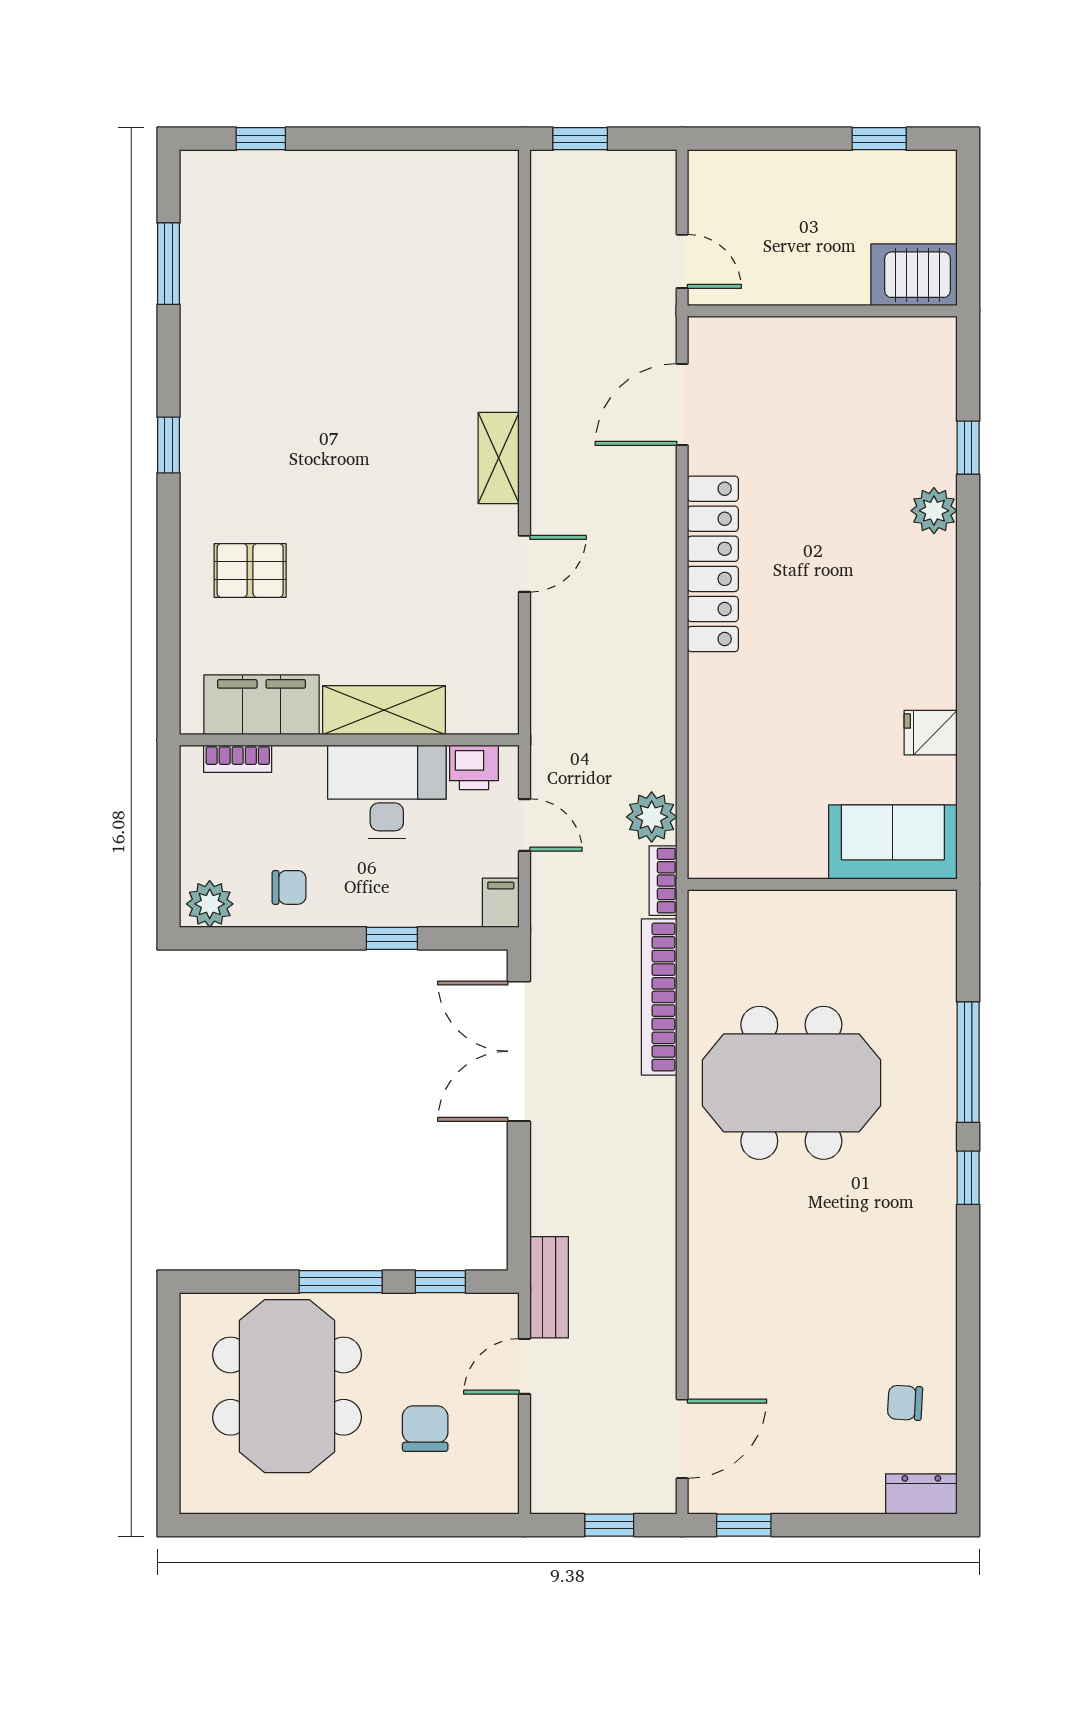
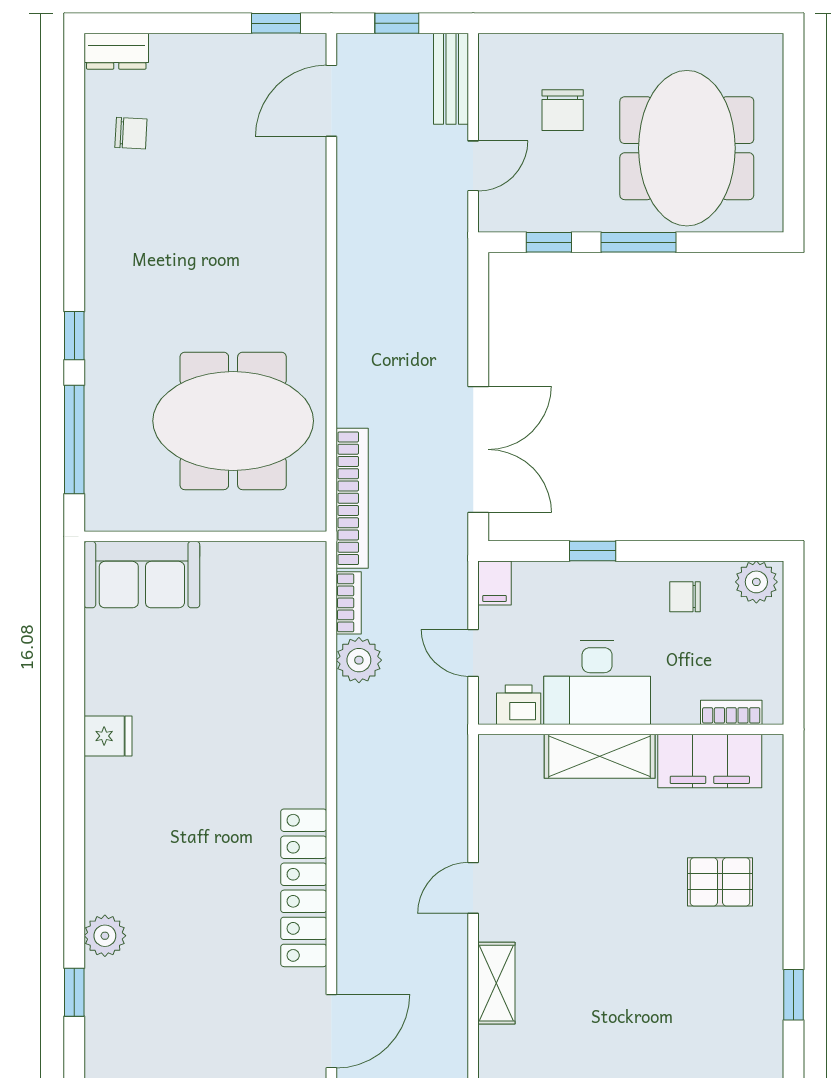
sofa: (893, 842) -> (142, 575), moved
wall: (822, 884) -> (205, 536), moved
bench: (549, 1287) -> (451, 79), moved

